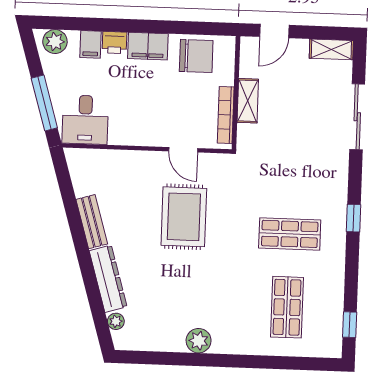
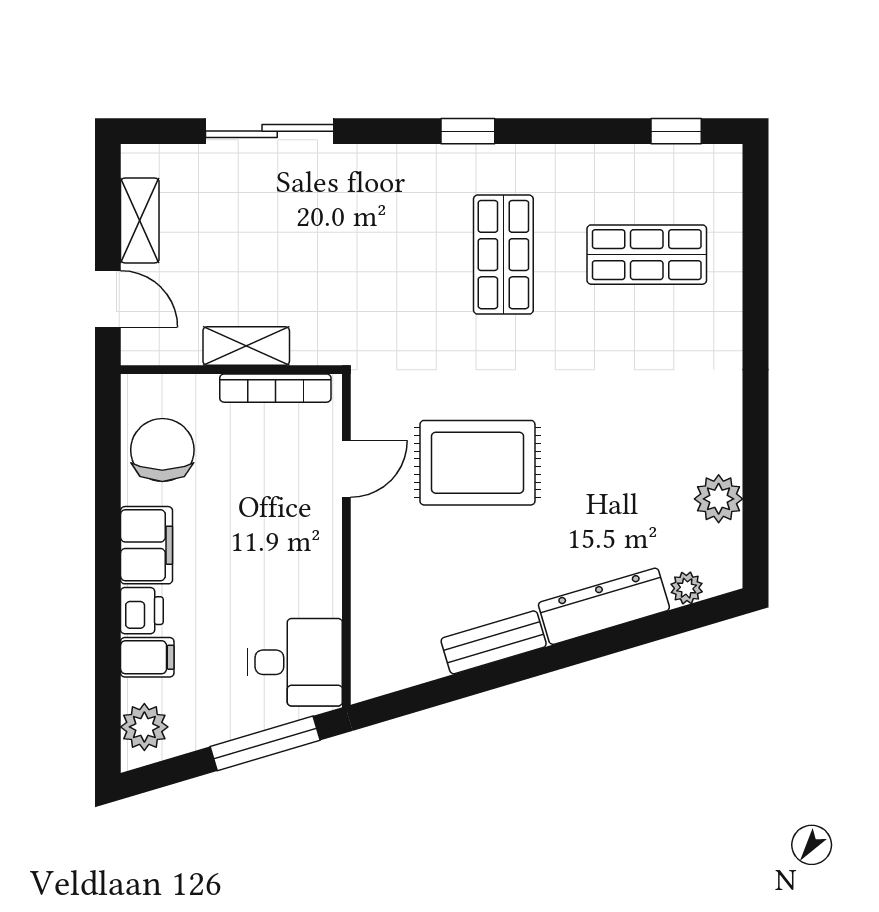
shelving: (331, 49) -> (140, 220), moved
plant: (199, 341) -> (719, 499), moved

